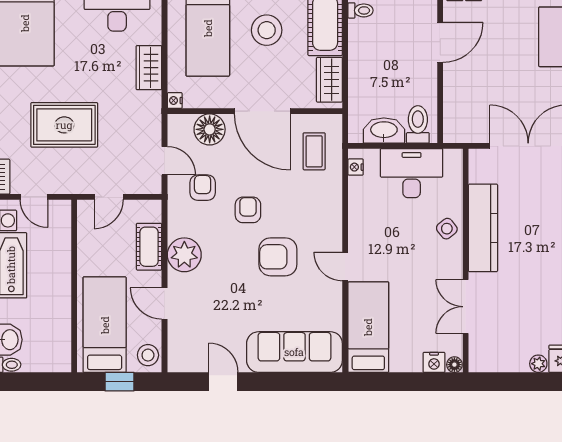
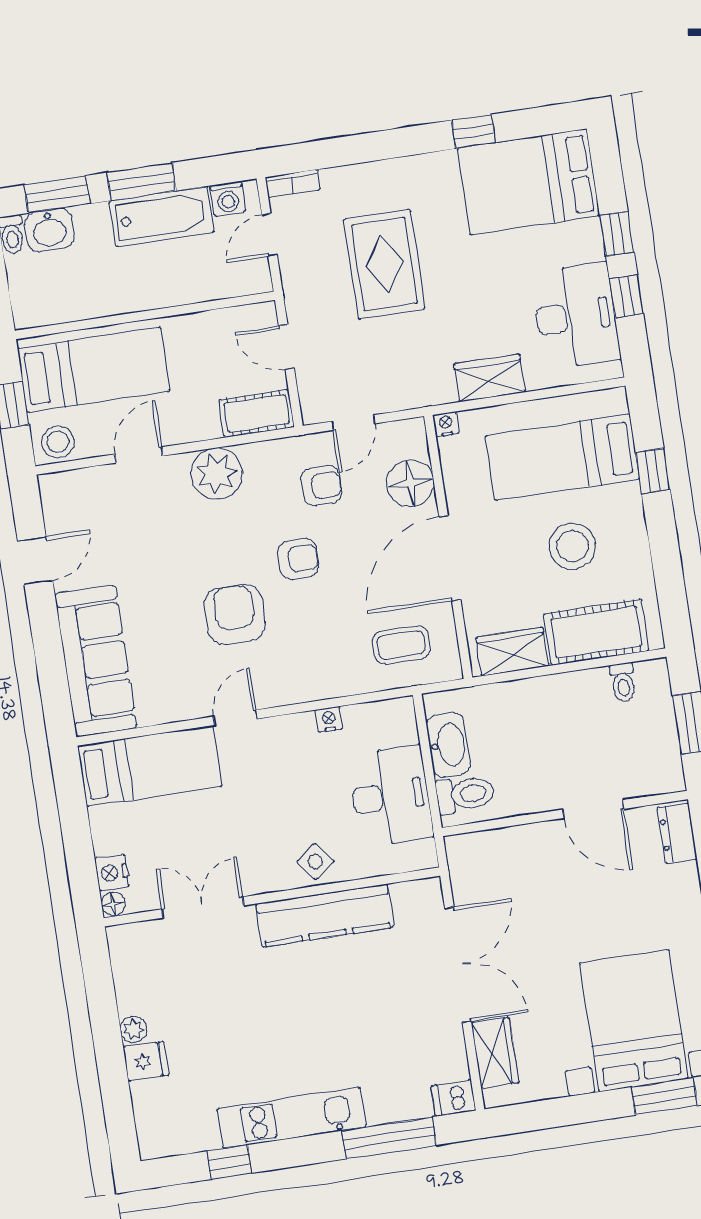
nightstand: (356, 167) -> (329, 719), moved
cot: (149, 247) -> (256, 413), moved

